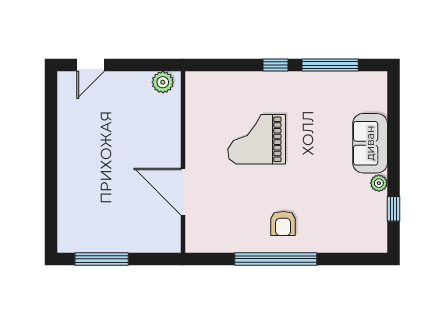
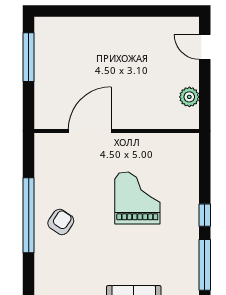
plant: (163, 82) -> (189, 97), moved
armchair: (283, 223) -> (61, 222), turned 124

